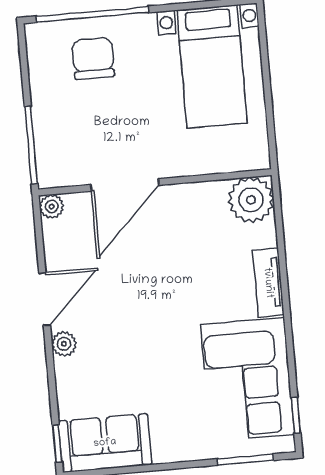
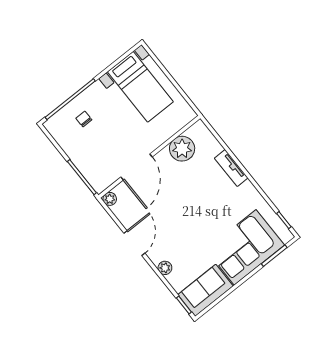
chair: (93, 58) -> (84, 119), width x0.54, depth x0.54
plant: (251, 200) -> (182, 149), moved
plant: (64, 344) -> (165, 268), moved
corner sofa: (248, 380) -> (245, 247), moved, turned 90

